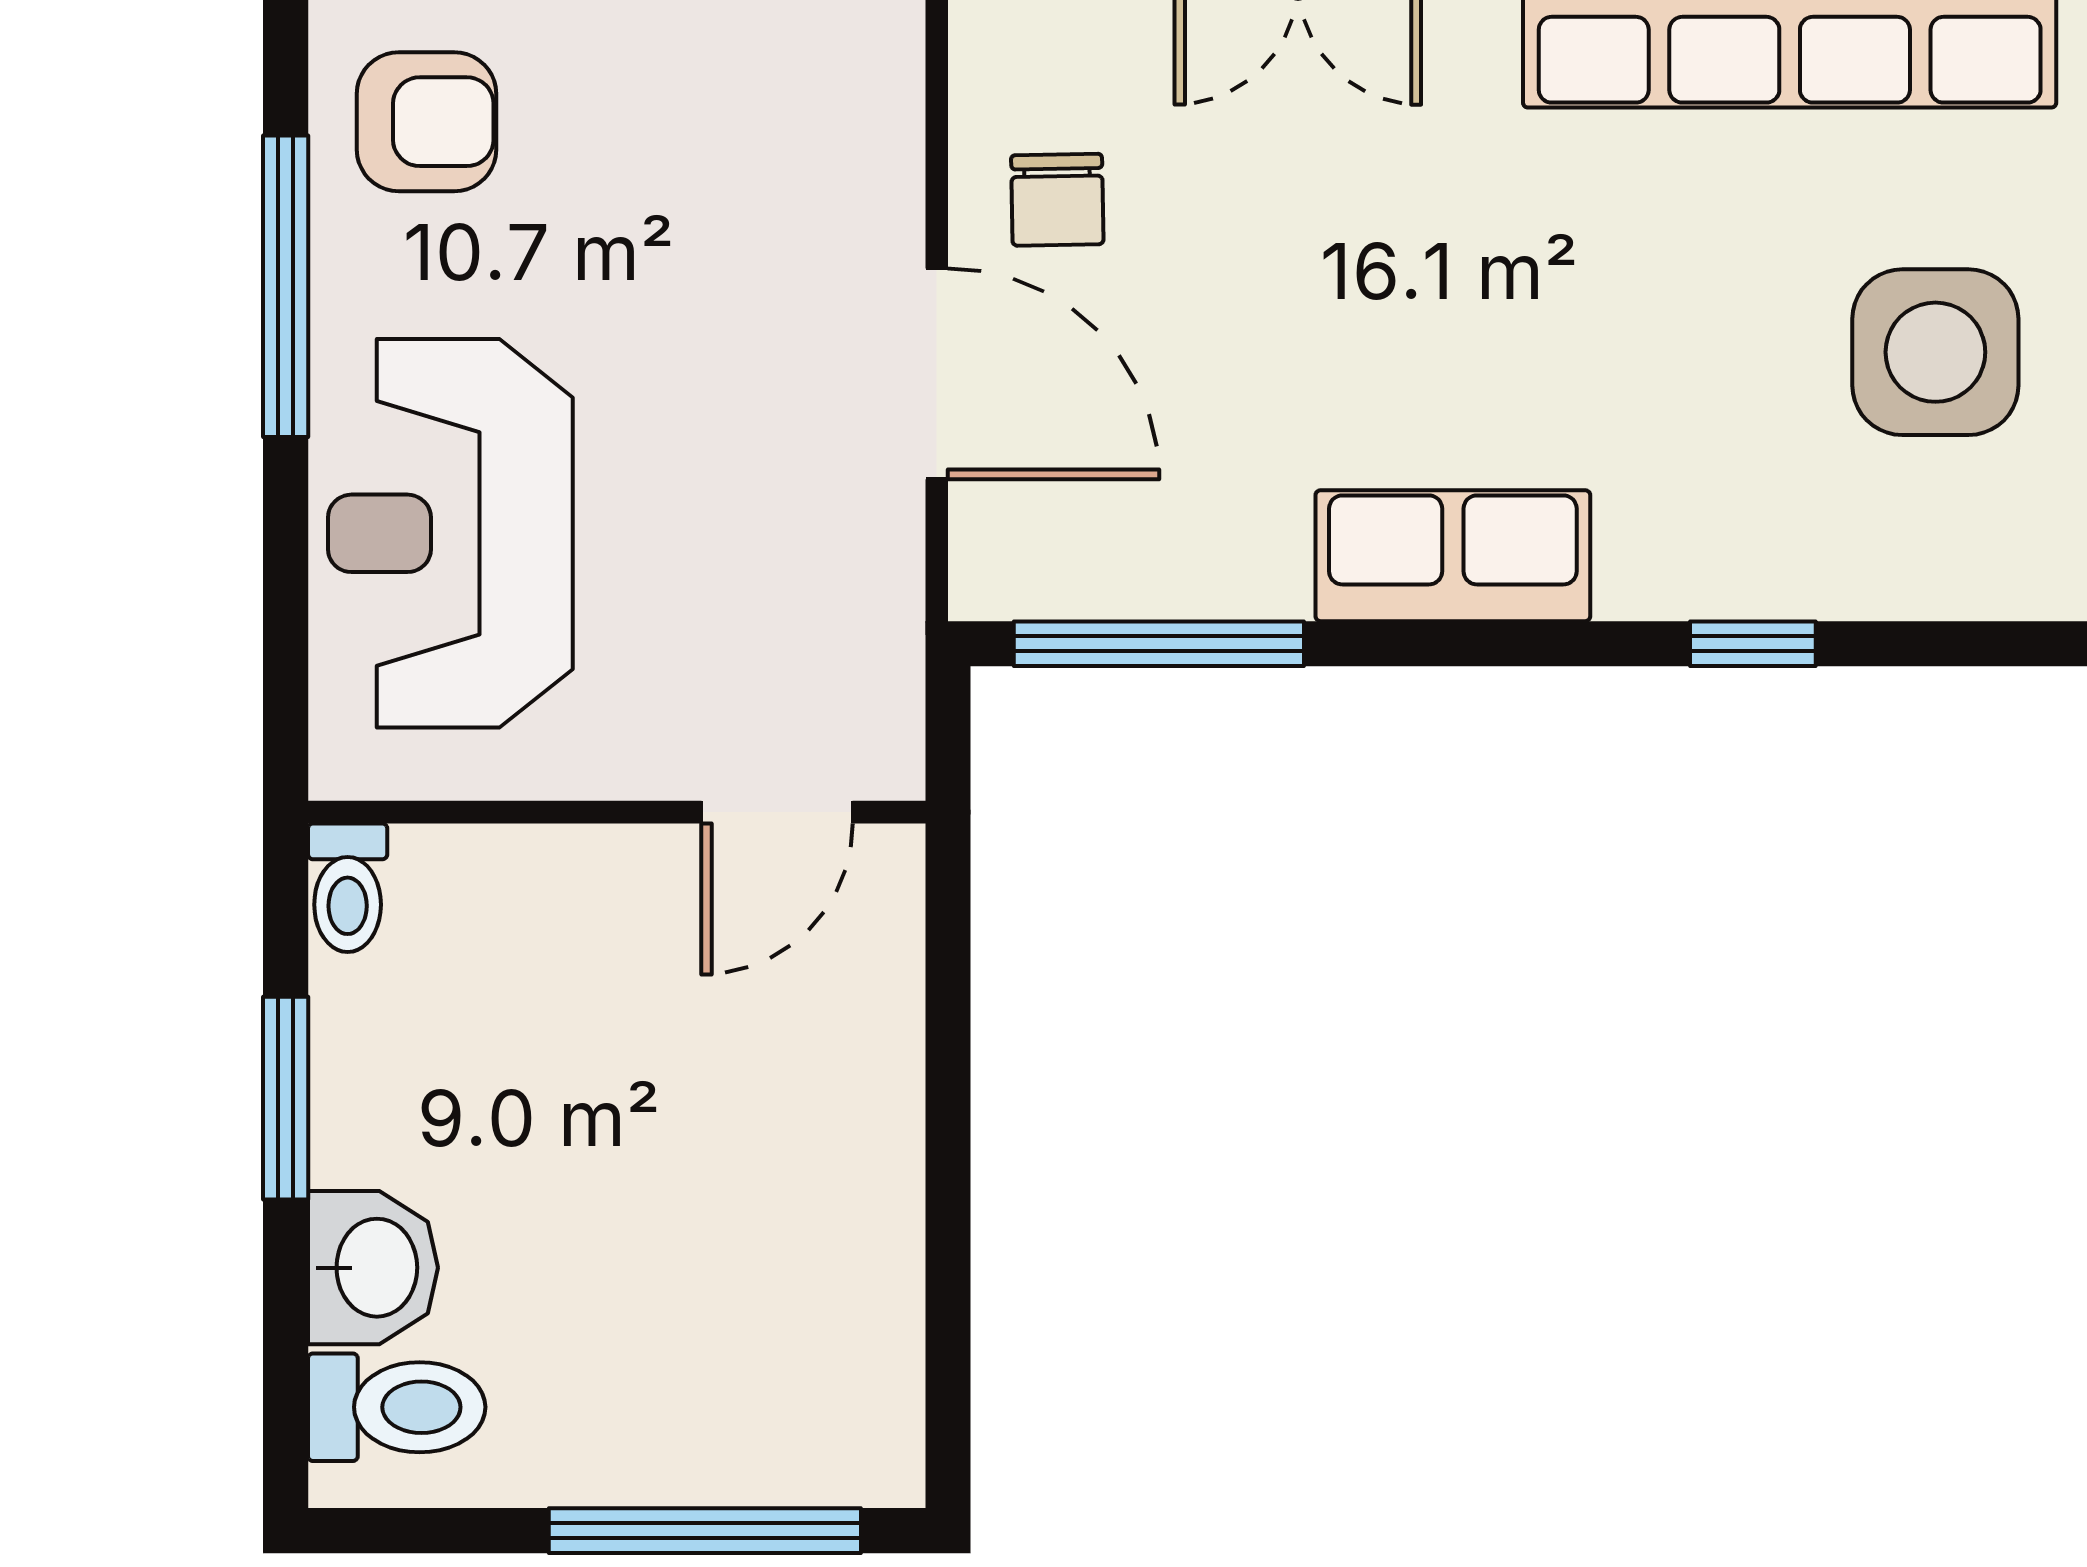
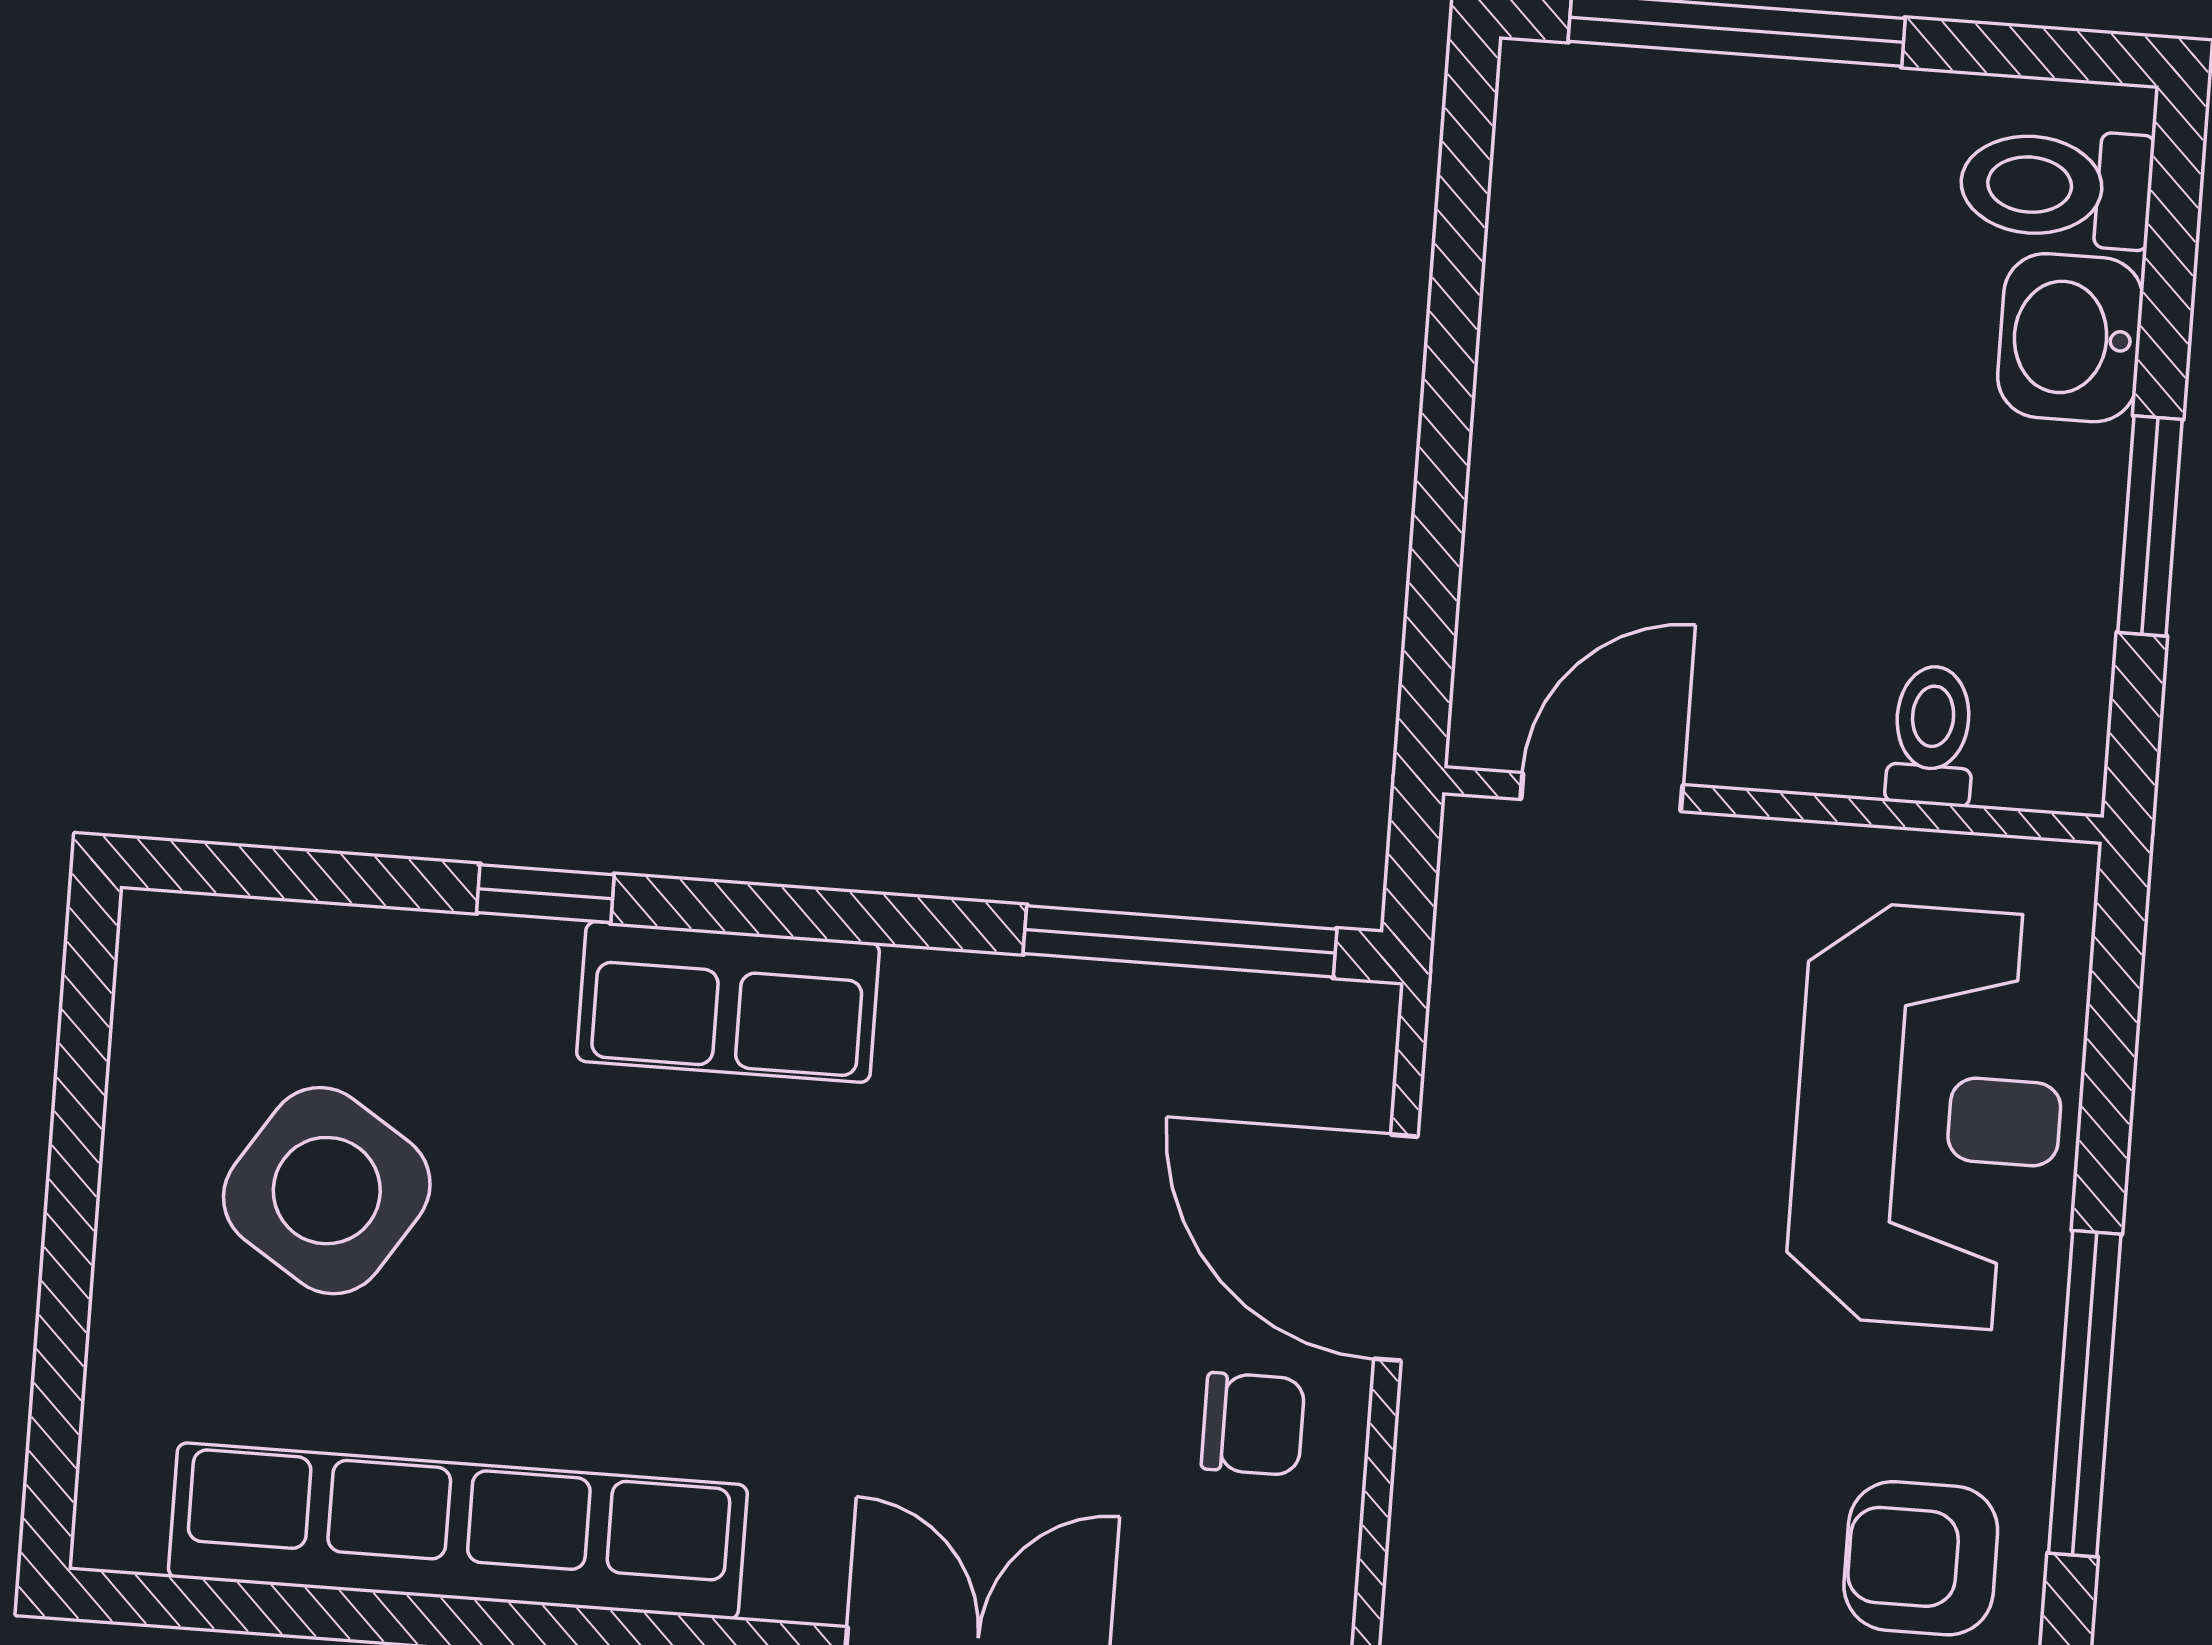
chair: (1057, 200) -> (1253, 1424), turned 91
side table: (1935, 352) -> (327, 1191), turned 33
row of seats: (1453, 556) -> (728, 1002), moved
toilet: (348, 888) -> (1932, 736), moved

